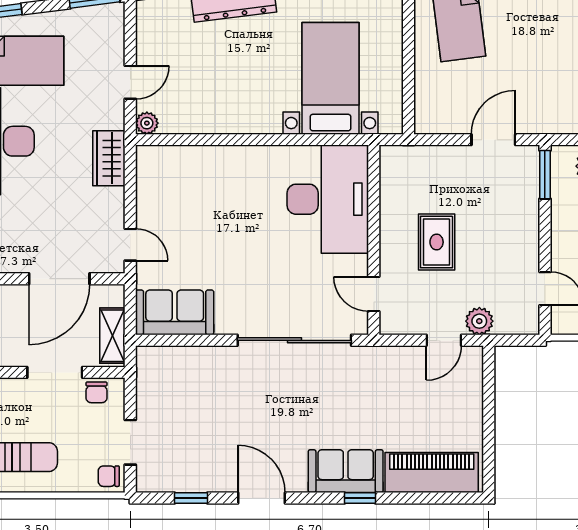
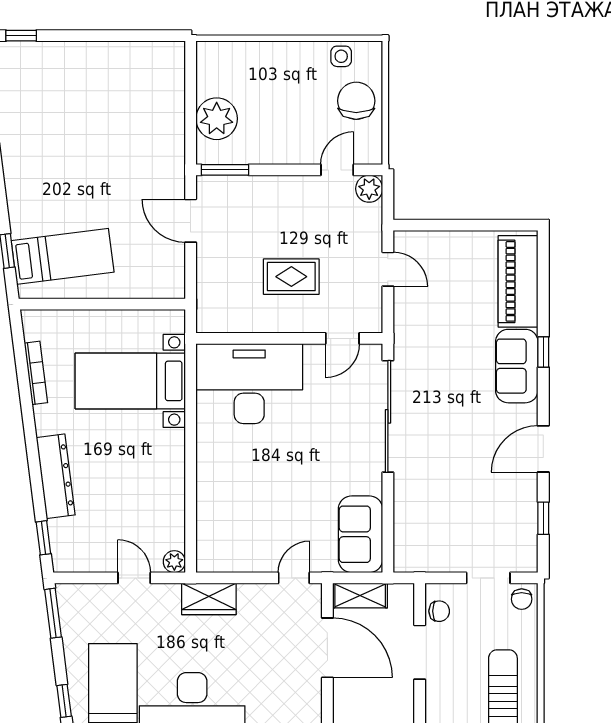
plant: (479, 321) -> (369, 189), moved
shelving: (112, 336) -> (360, 595), moved

